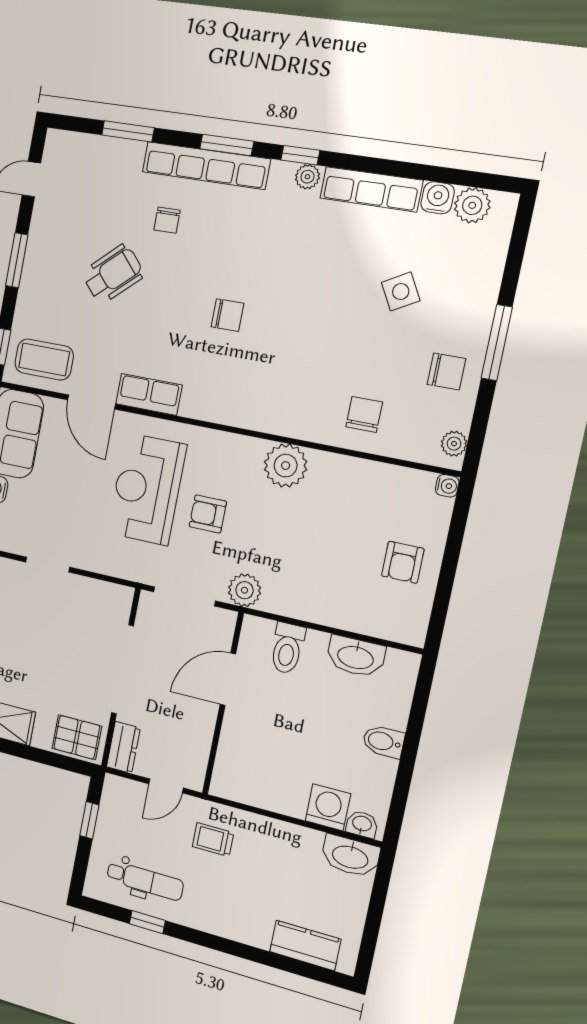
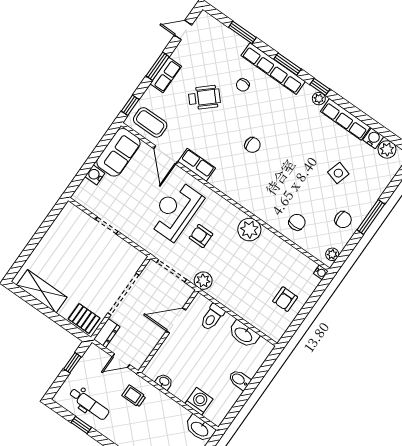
row of seats: (36, 268) -> (166, 75), added
side table: (401, 292) -> (338, 173), turned 45
washbasin: (362, 824) -> (164, 382), moved

